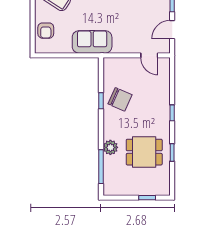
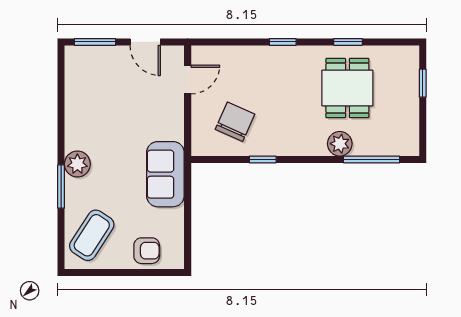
chair: (120, 99) -> (235, 122), moved

